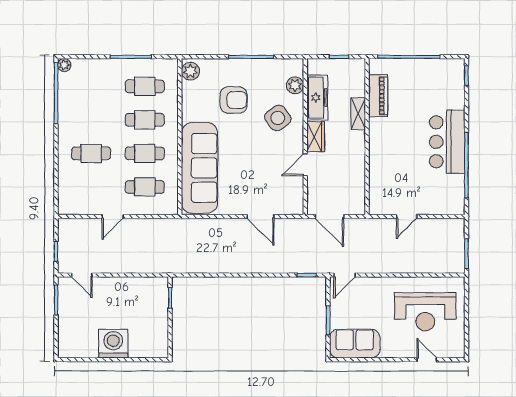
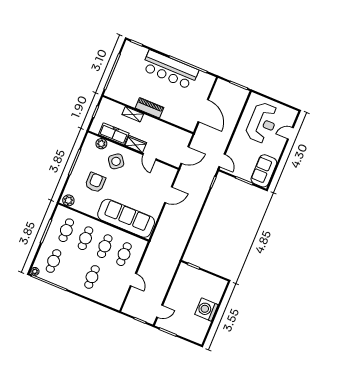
cafe table: (91, 86) -> (54, 261), added
piano: (378, 96) -> (150, 108), moved
bar counter: (447, 142) -> (170, 70), width x1.36
door: (407, 216) -> (203, 111), width x1.88

